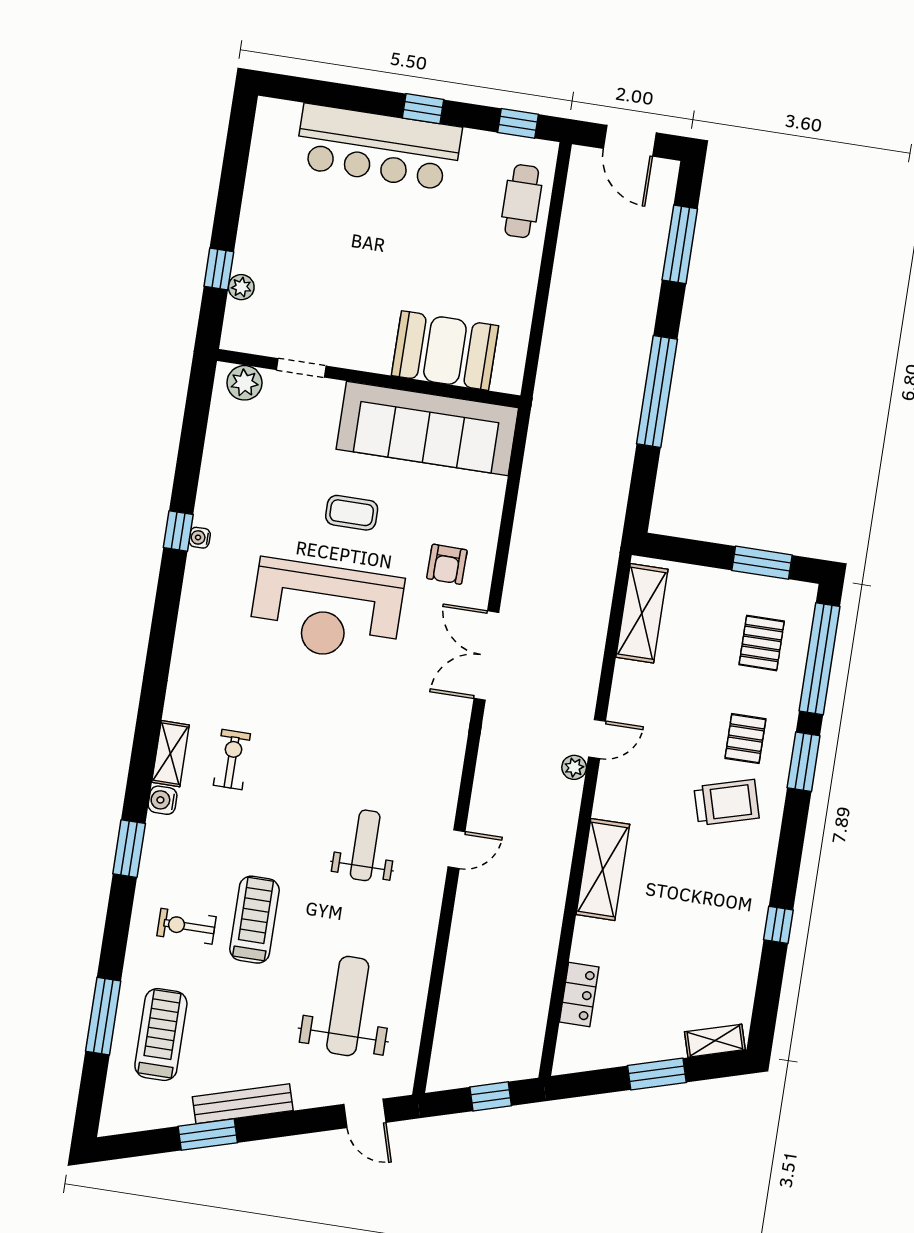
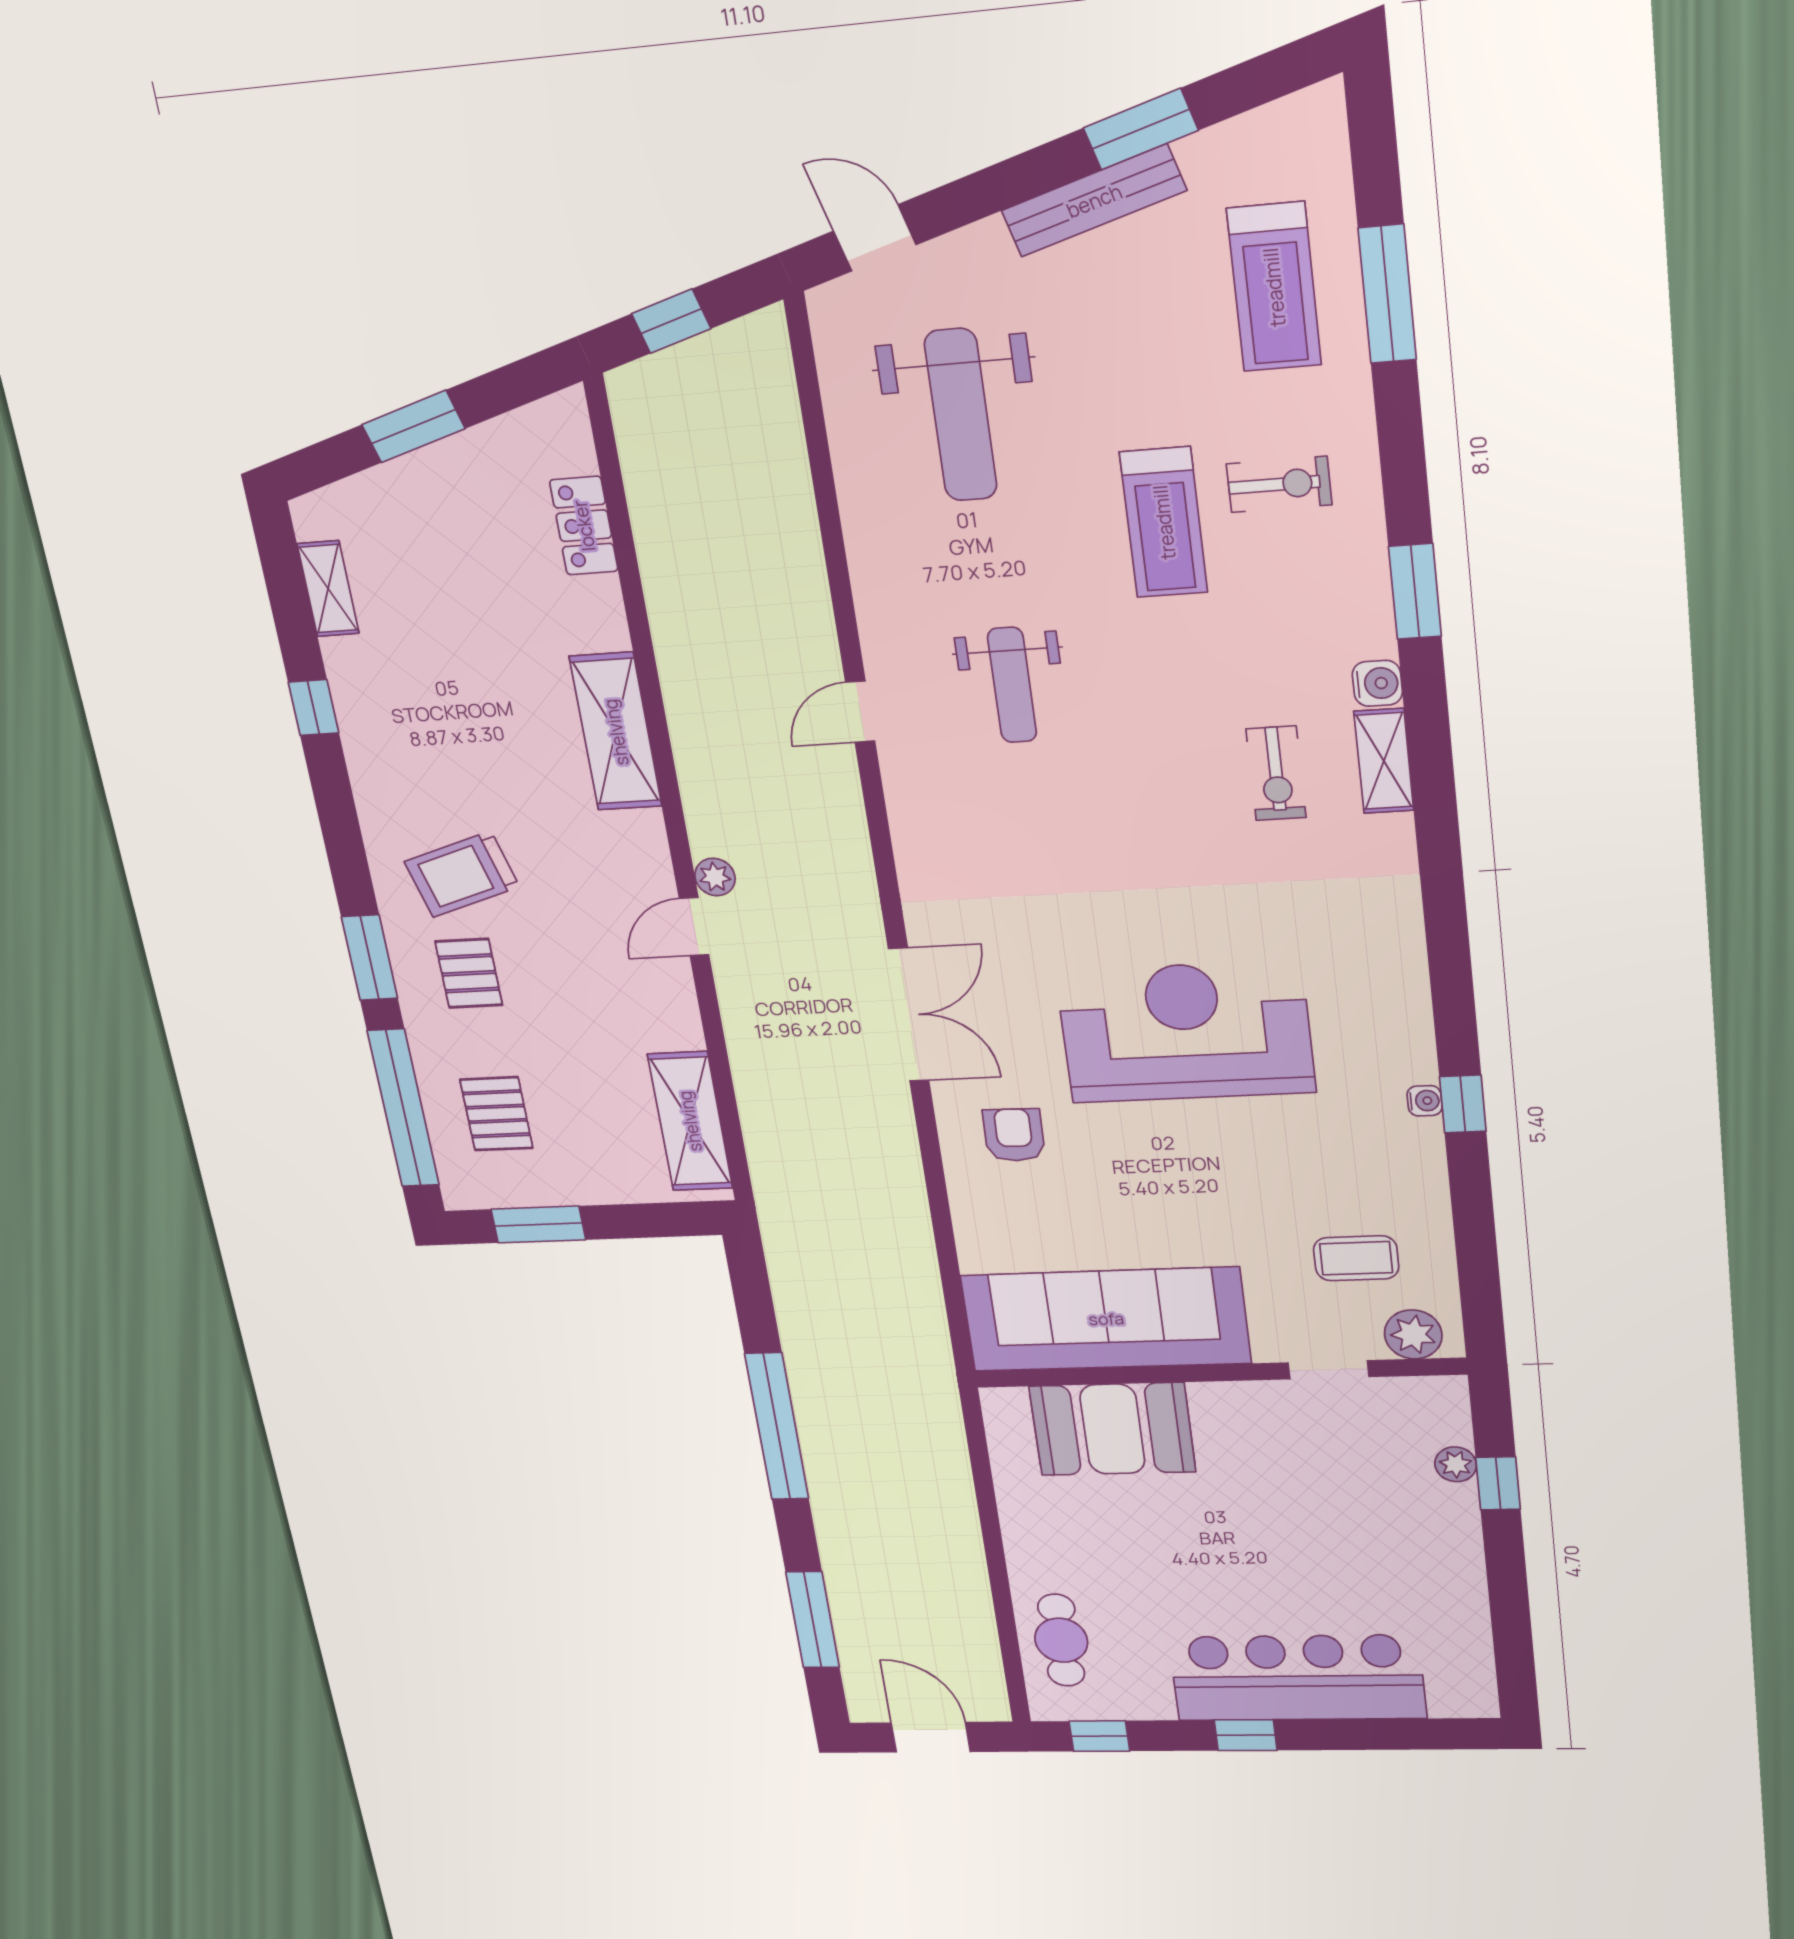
coffee table: (352, 513) -> (1356, 1258), moved
shelving: (715, 1041) -> (328, 589), moved, turned -74

